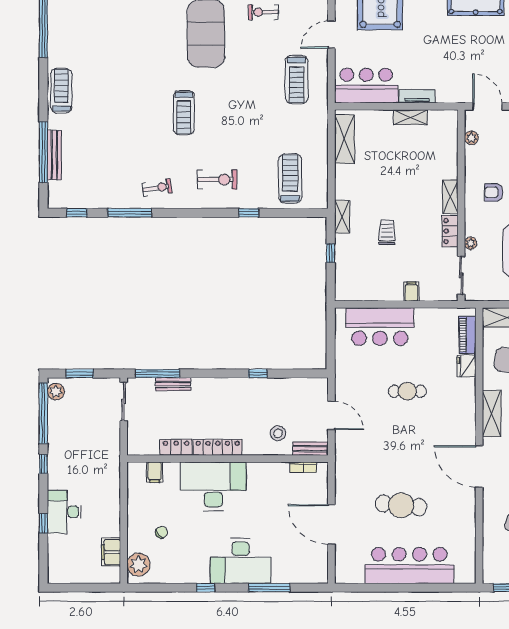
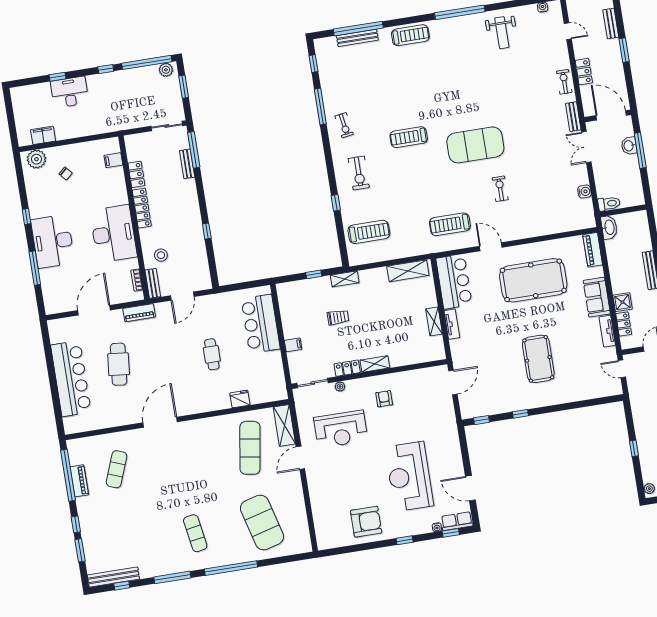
plant: (471, 138) -> (425, 373), removed
piano: (467, 335) -> (139, 313), moved, turned 180
shelving: (492, 414) -> (205, 426), removed
desk: (213, 486) -> (113, 234), moved

